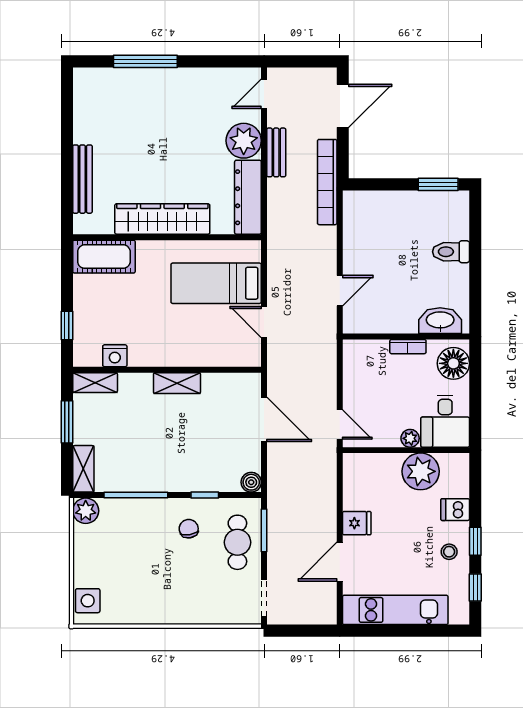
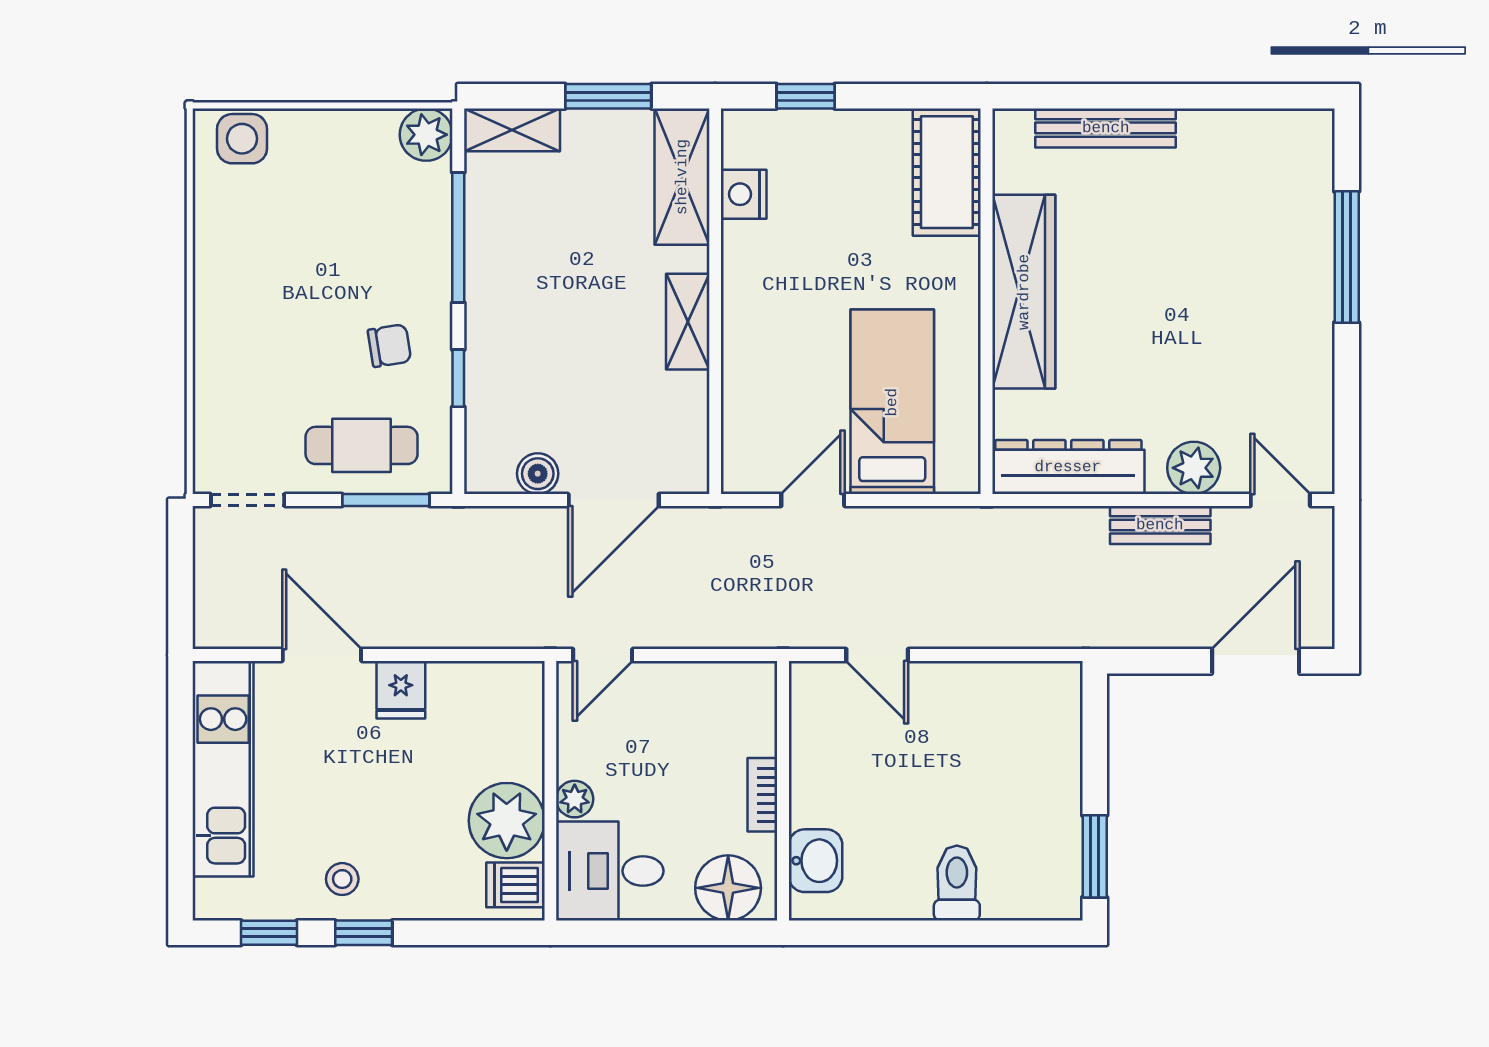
door: (343, 106) -> (1256, 661), swing flipped
plant: (244, 141) -> (1194, 468), width x0.73, depth x0.73
bookcase: (327, 182) -> (1100, 629), removed
washbasin: (440, 321) -> (816, 861), width x0.72
shelving: (95, 383) -> (682, 177), width x1.50, depth x1.33
boiler: (251, 482) -> (538, 474), moved
dishwasher: (455, 510) -> (515, 885), moved, turned -90

